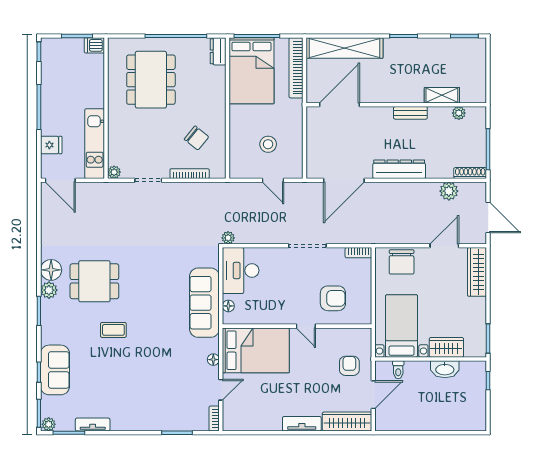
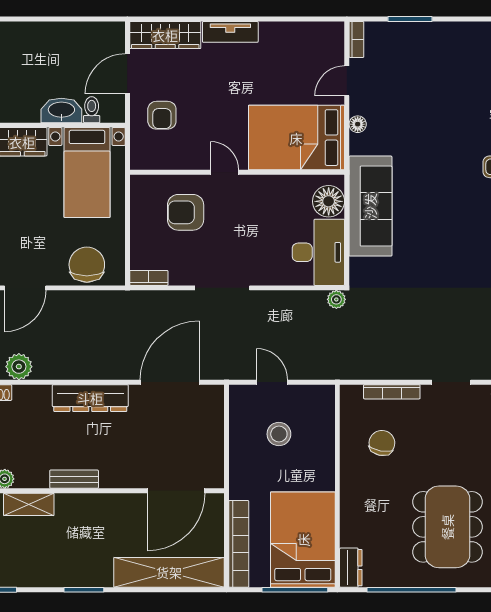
chair: (196, 138) -> (382, 443), turned 62
floor lamp: (228, 306) -> (329, 201), width x1.89, depth x1.89
washbasin: (445, 369) -> (61, 110), moved

